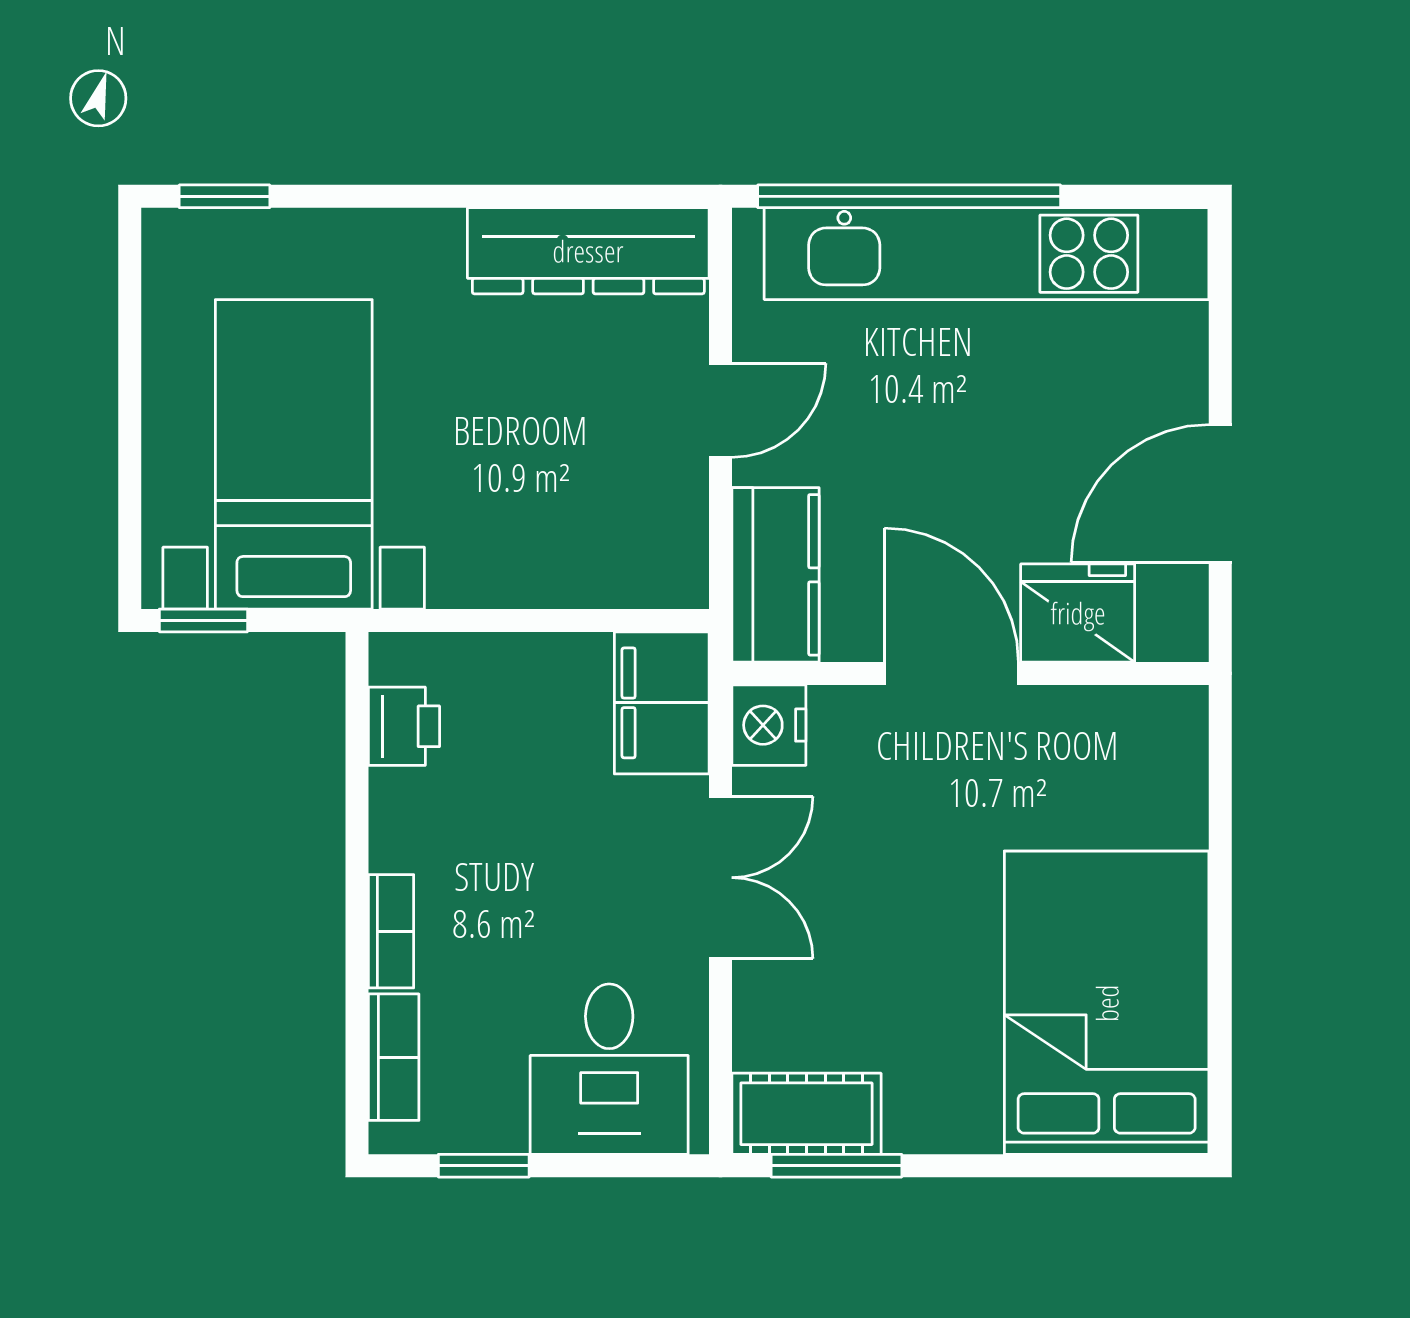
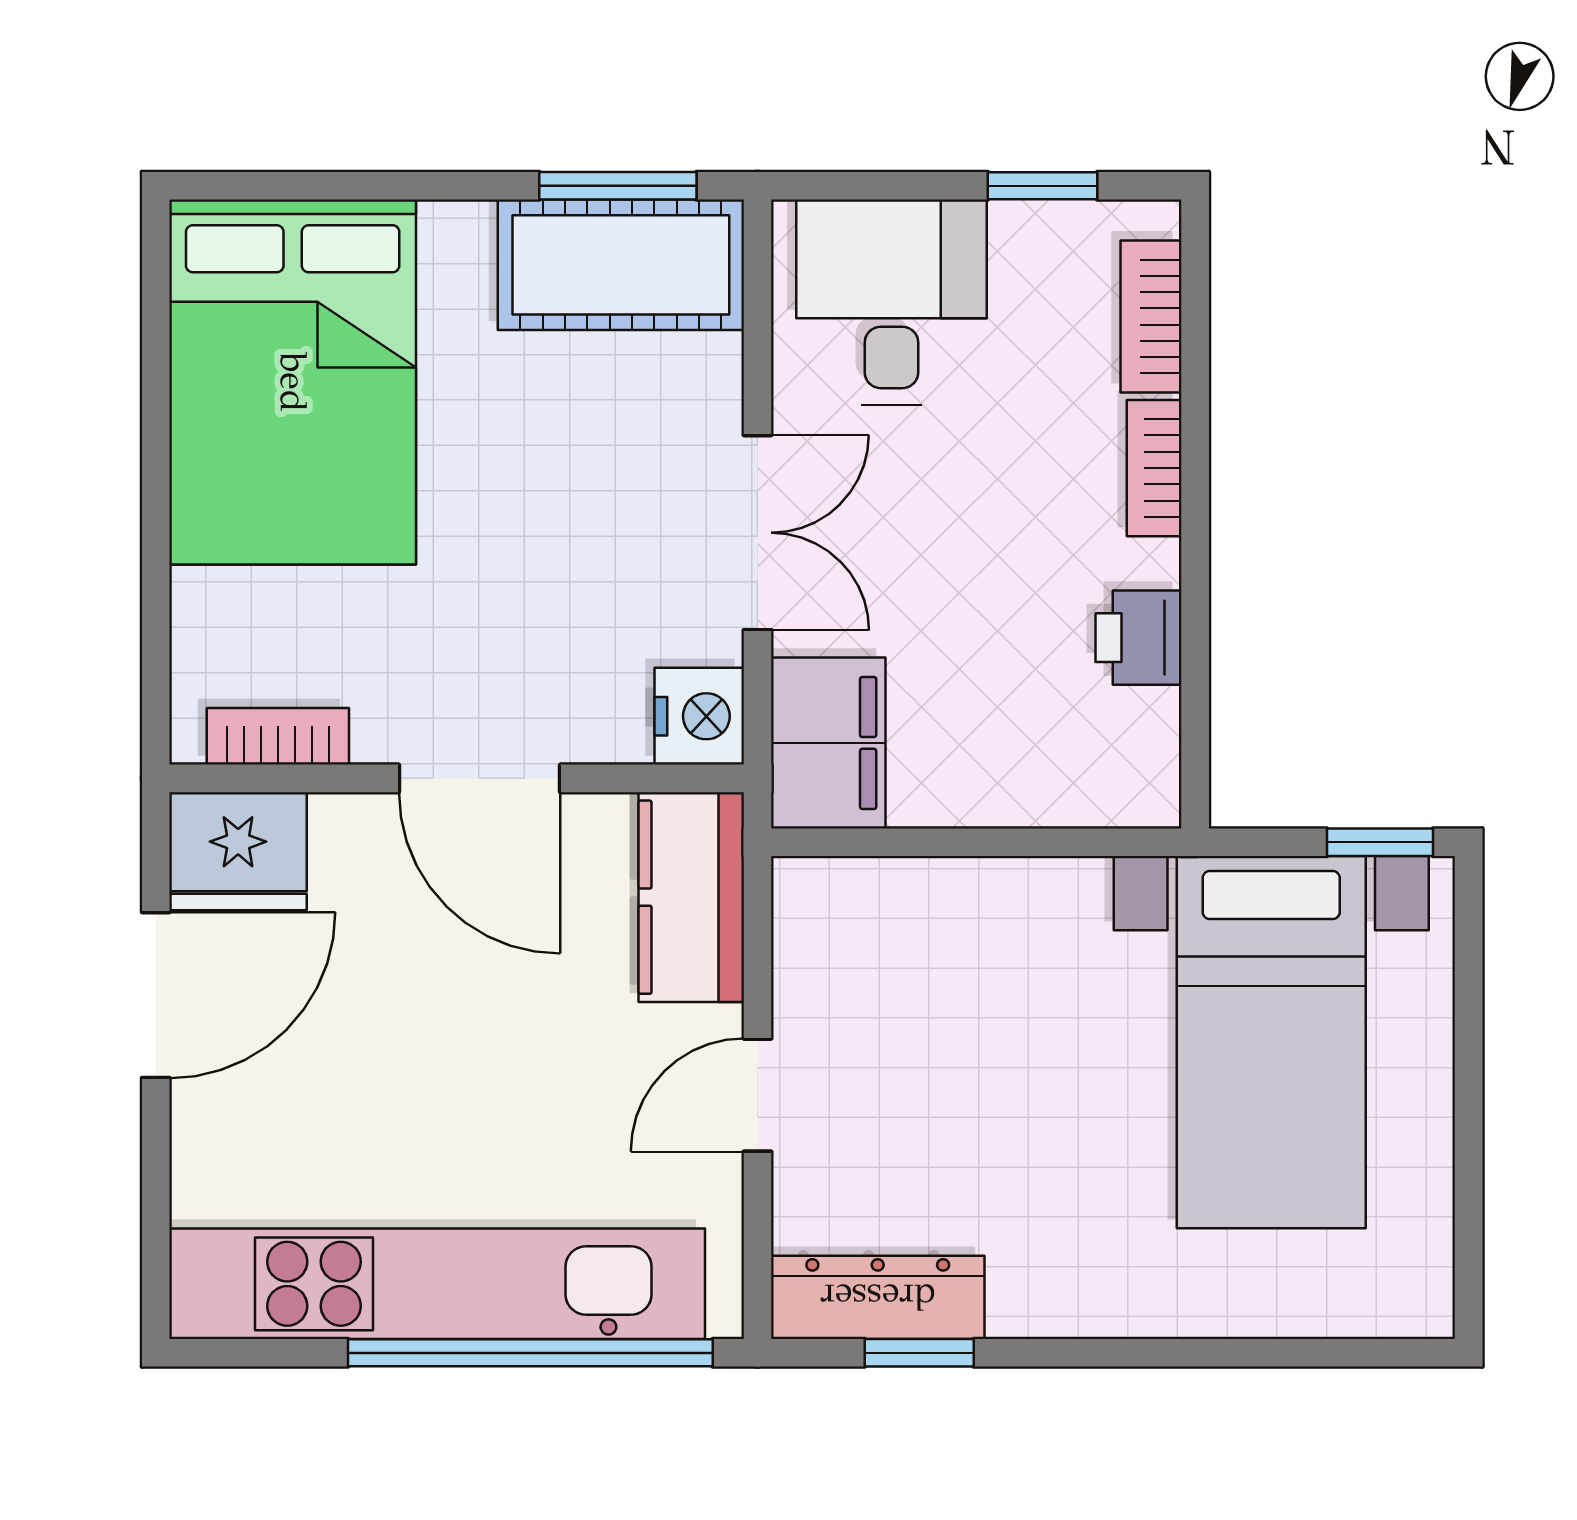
window: (225, 196) -> (919, 1353), moved
dresser: (588, 251) -> (878, 1297), width x0.73, depth x0.80
fridge: (1078, 613) -> (238, 851), moved
bookcase: (1119, 708) -> (278, 736), added
printer: (404, 726) -> (1139, 638), moved
double door: (720, 878) -> (757, 533), swing flipped
cot: (806, 1114) -> (621, 265), width x1.37, depth x1.34

